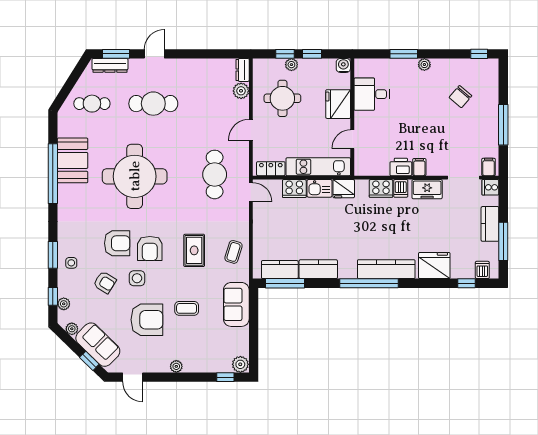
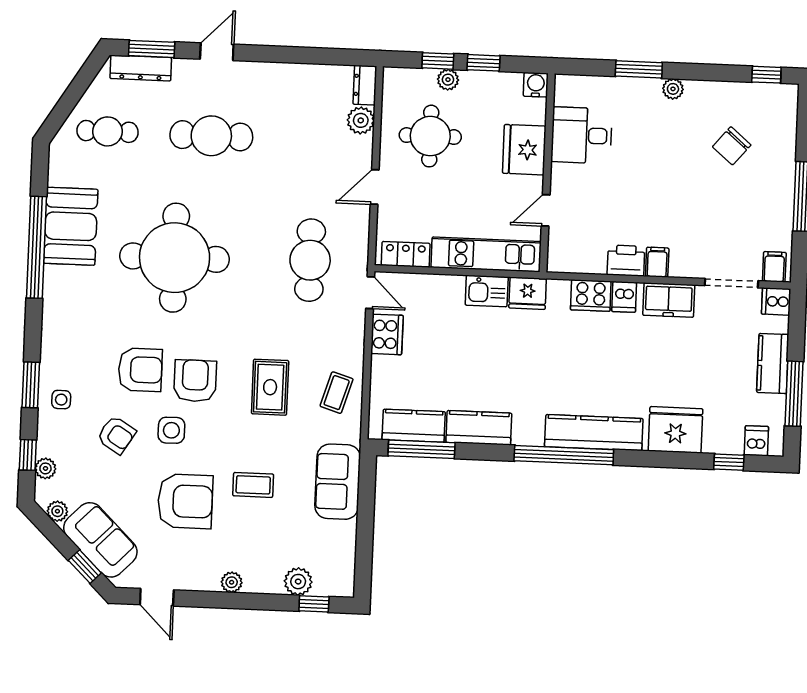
cooker: (294, 188) -> (387, 334), moved, turned -90
armchair: (150, 248) -> (195, 381), turned 180
plant: (240, 364) -> (298, 582), moved

